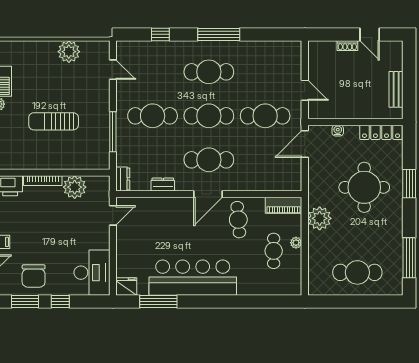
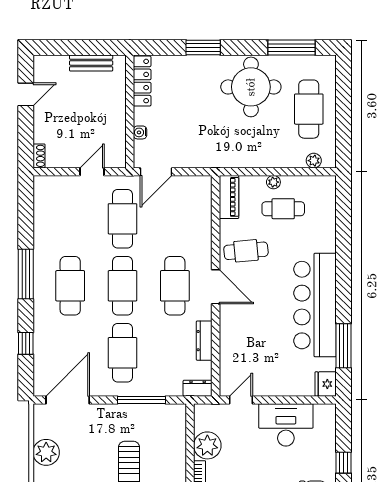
shoe rack: (347, 46) -> (39, 156), moved
door: (113, 70) -> (68, 400), width x1.88
door: (305, 144) -> (156, 172), hinge flipped
dresser: (163, 185) -> (204, 341), width x1.44
round table: (364, 187) -> (251, 87), moved
door: (113, 215) -> (241, 400), hinge flipped
plant: (320, 218) -> (314, 161), moved, width x0.53, depth x0.53
desk: (92, 273) -> (286, 425), moved

